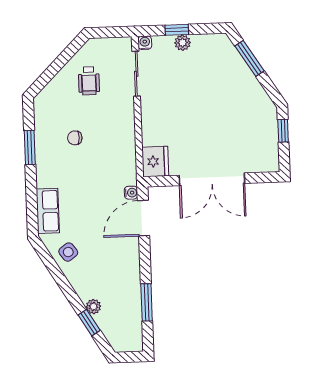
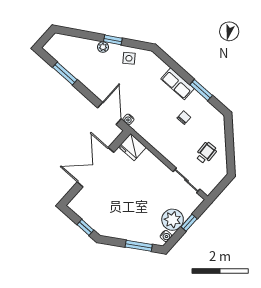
water cooler: (145, 43) -> (166, 236), moved
plant: (183, 43) -> (173, 220), width x1.88, depth x1.88
wheelchair: (89, 81) -> (206, 153), turned 87
row of seats: (48, 211) -> (177, 84), moved
plant: (93, 307) -> (103, 47), moved
window: (89, 323) -> (113, 40), moved

